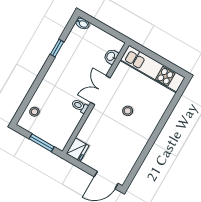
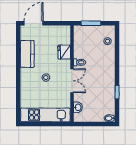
fridge: (78, 150) -> (64, 52), moved
kitchen counter: (133, 150) -> (27, 54), added

